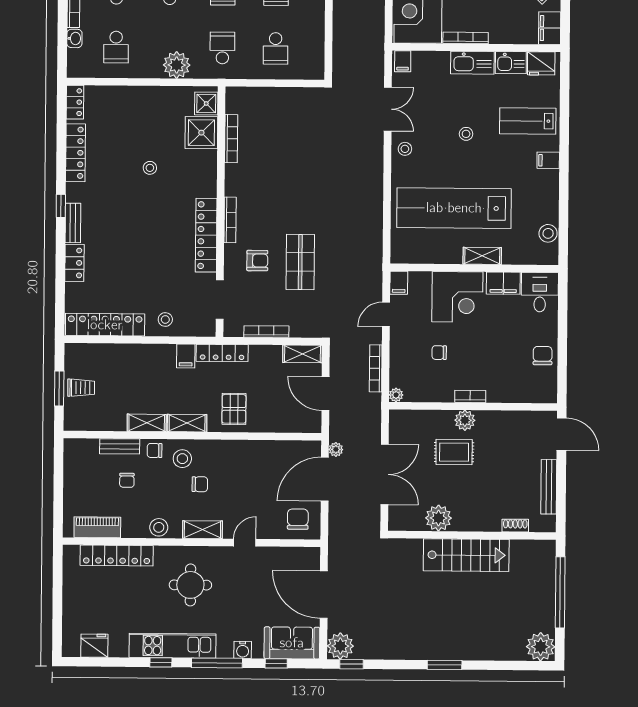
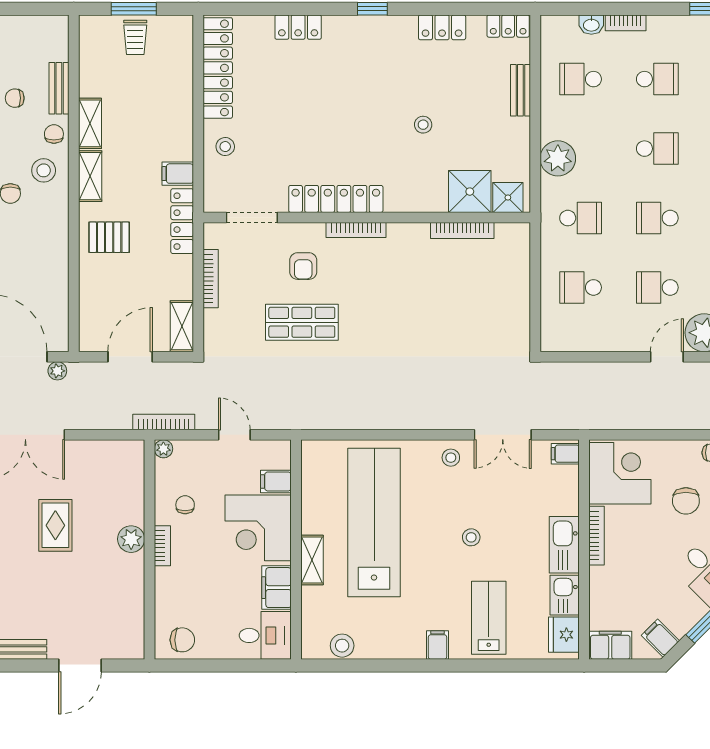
locker: (76, 153) -> (442, 27), width x0.66
bench: (73, 223) -> (520, 90), moved, turned 90
filing cabinet: (399, 283) -> (276, 481), moved
plant: (396, 395) -> (163, 449), moved
bookcase: (470, 396) -> (162, 546), moved
wall: (473, 406) -> (149, 550), moved
plant: (465, 420) -> (131, 539), moved

